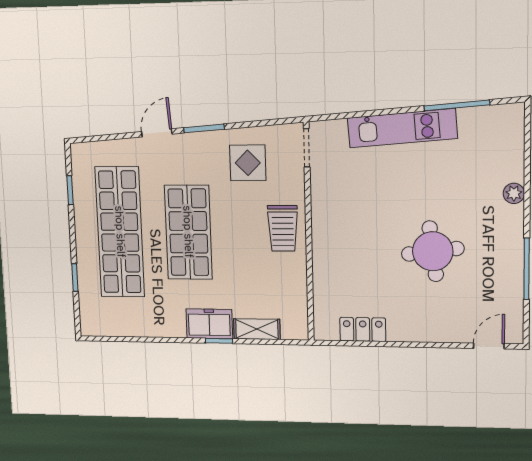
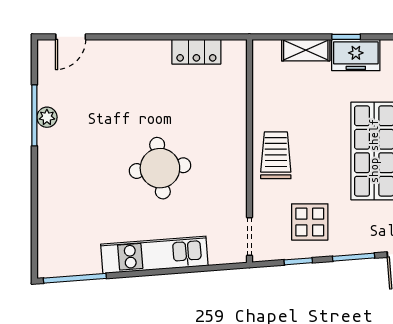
window: (457, 105) -> (75, 278), moved
window: (258, 124) -> (298, 261), added
plant: (514, 193) -> (47, 117), moved
round table: (433, 251) -> (160, 168), moved

